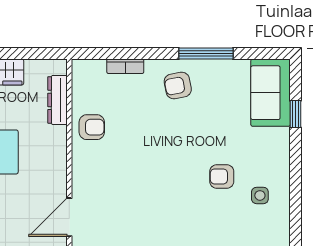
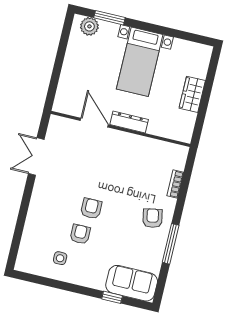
dresser: (58, 100) -> (129, 122), moved
armchair: (92, 127) -> (91, 208), moved, turned 180
door: (69, 217) -> (94, 123), moved

